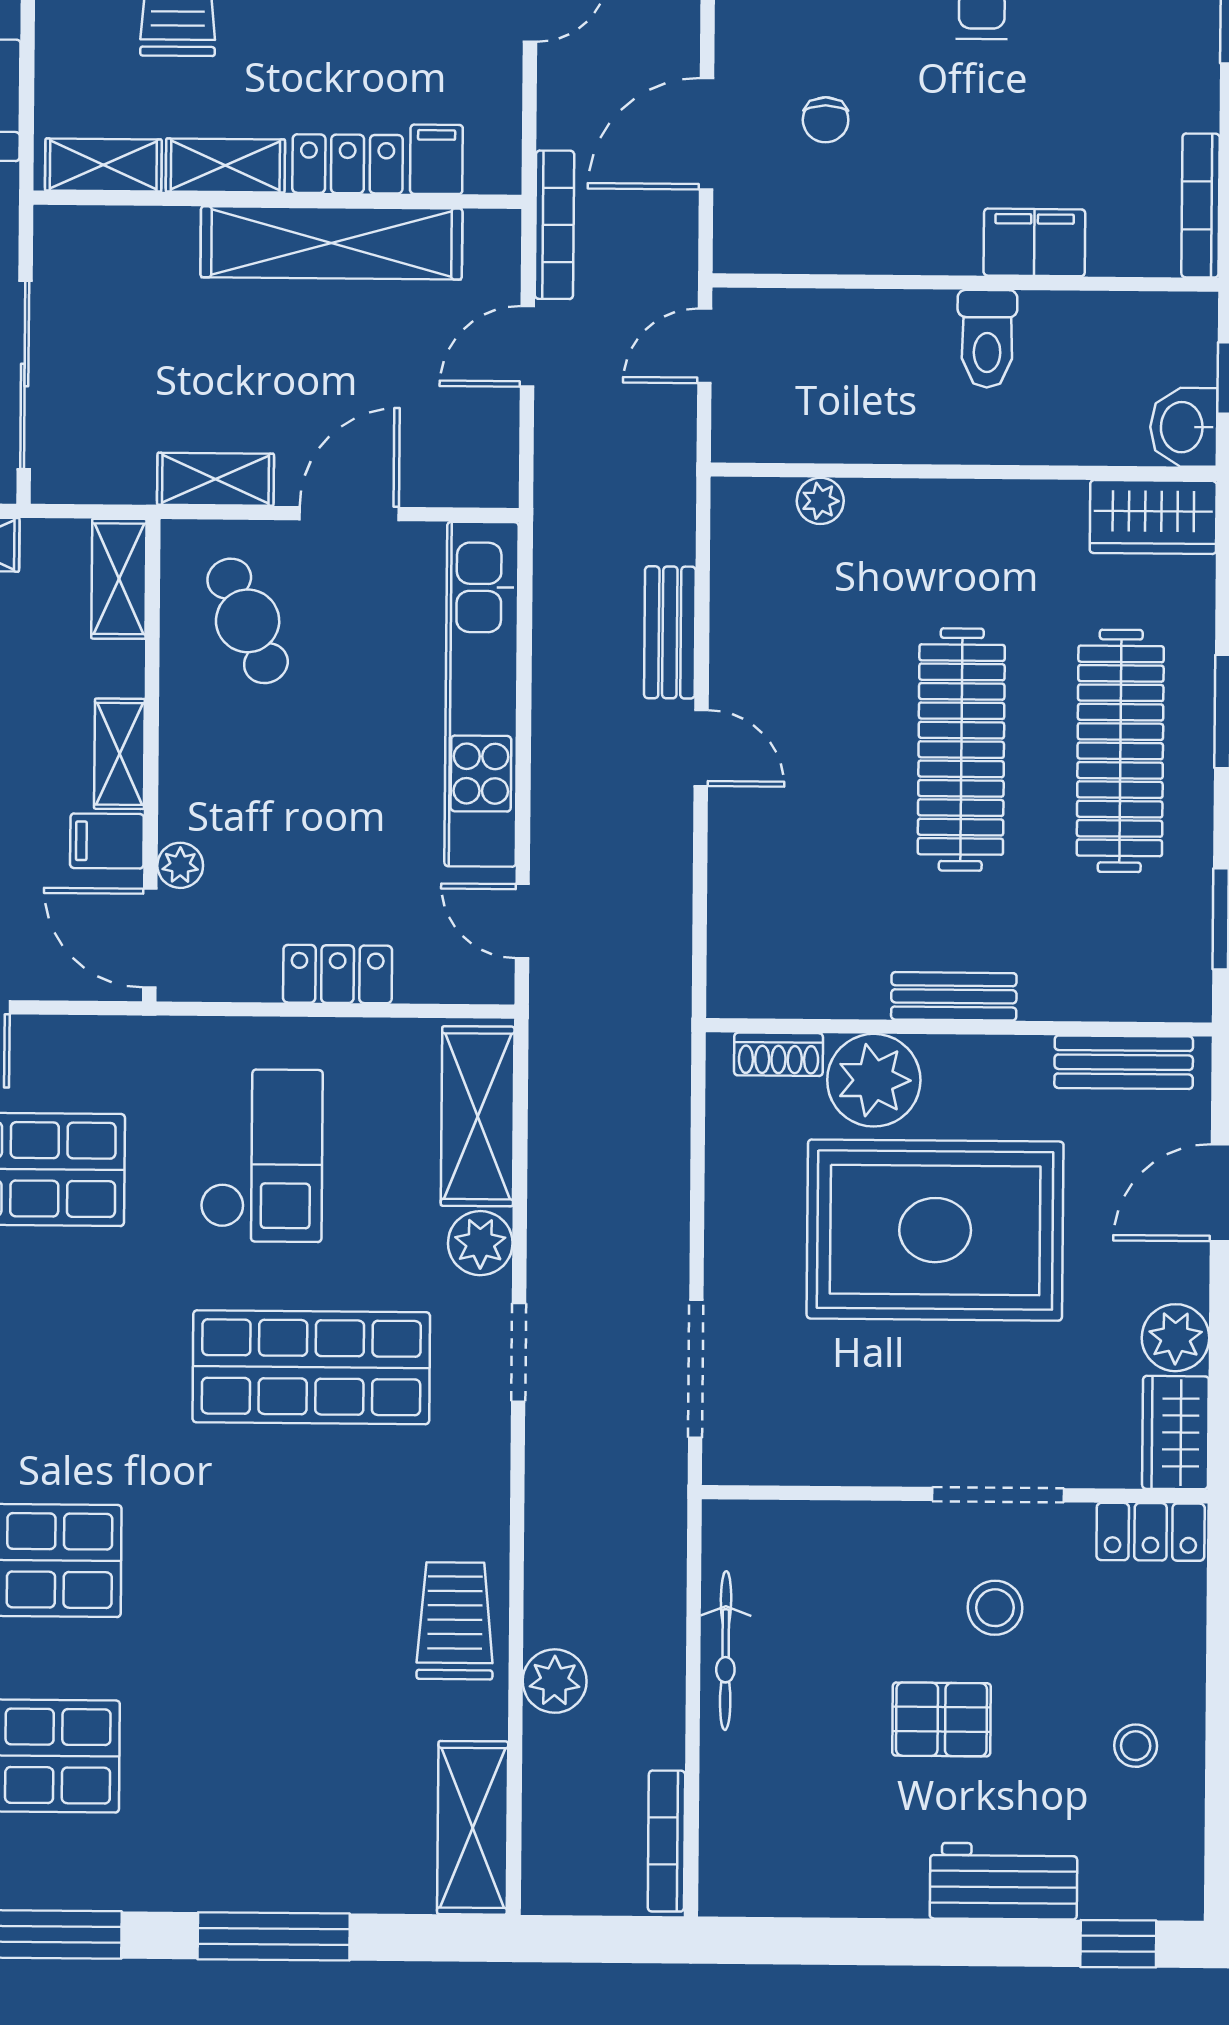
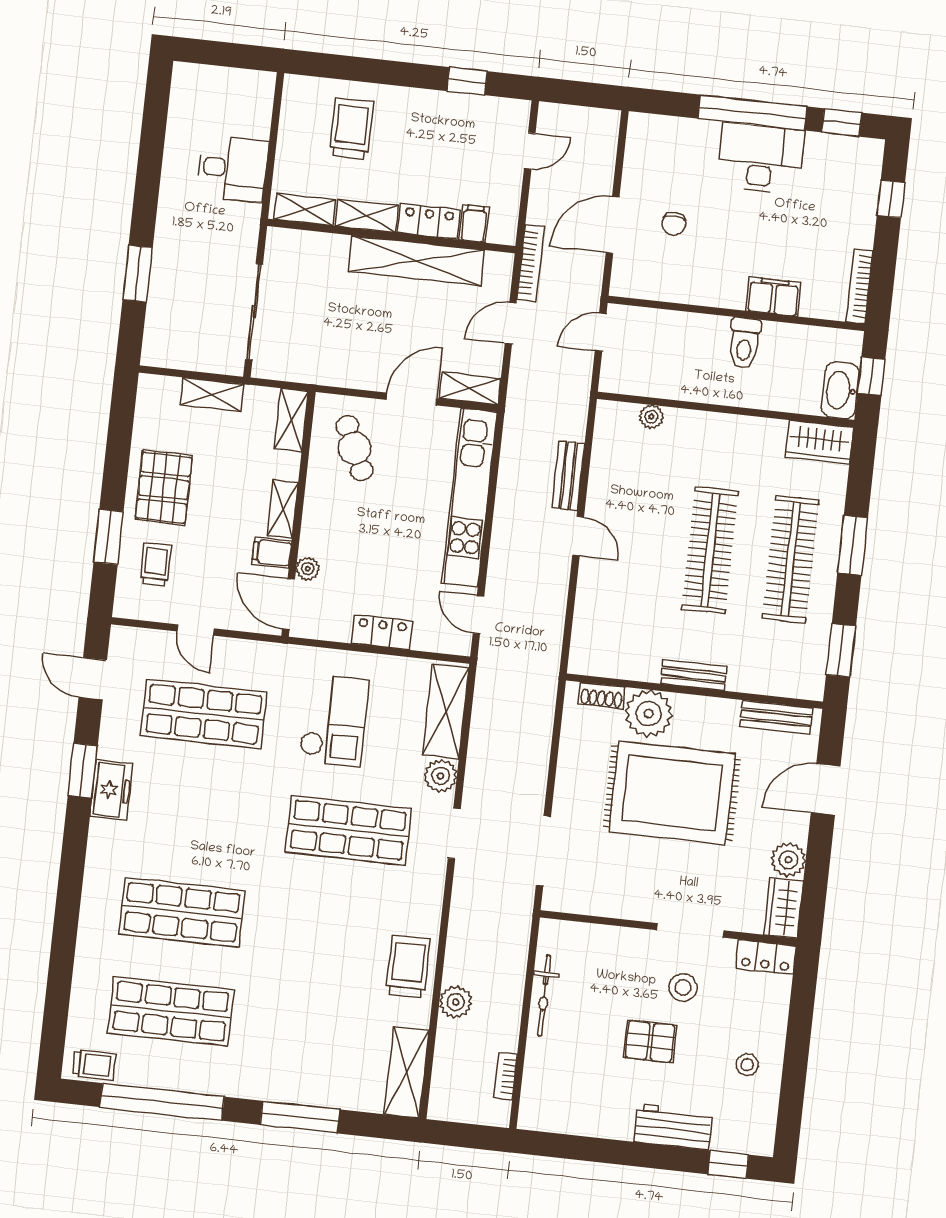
washbasin: (1184, 427) -> (840, 390), width x1.38
shelving: (216, 479) -> (470, 388), moved
bookcase: (666, 1841) -> (506, 1076), width x0.64

